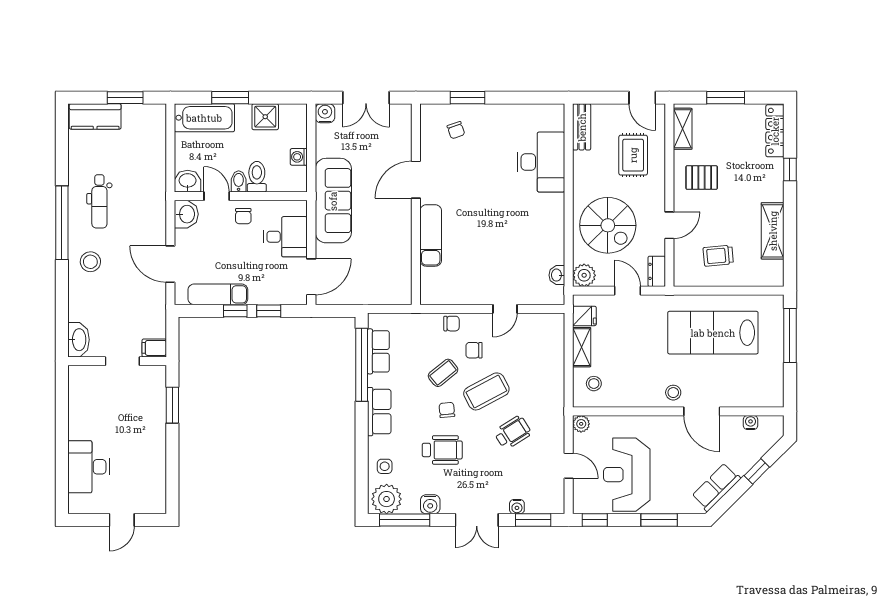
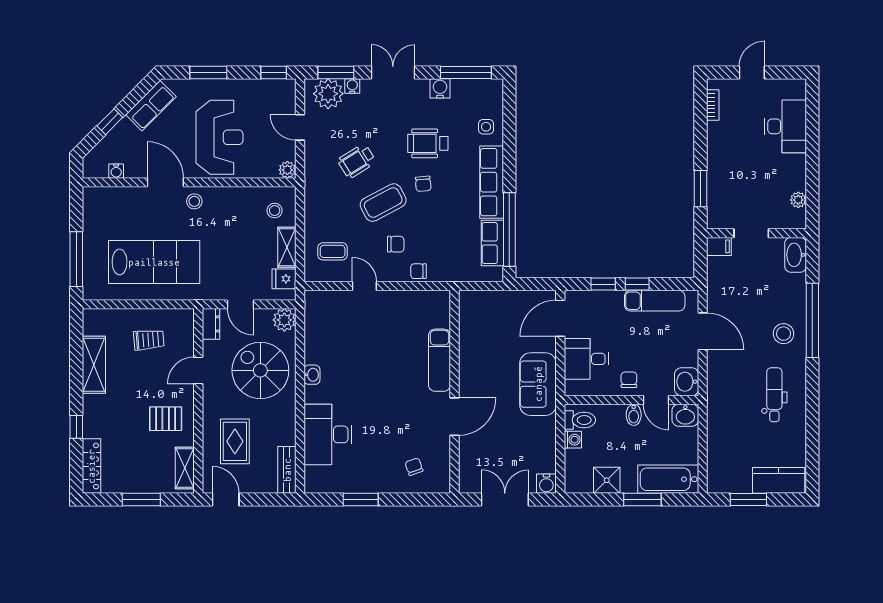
window: (468, 98) -> (361, 500), moved
toilet: (257, 177) -> (580, 420), moved, turned -90
sofa: (333, 201) -> (538, 384), width x0.73
window: (62, 223) -> (812, 320), moved
washbasin: (557, 275) -> (312, 375), moved
door: (505, 309) -> (364, 286), hinge flipped
coffee table: (443, 373) -> (333, 251), moved, turned 39
plant: (76, 394) -> (798, 200), added
row of seats: (379, 412) -> (492, 182), width x1.48
reception desk: (627, 475) -> (220, 137), moved
bookcase: (160, 488) -> (713, 105), added
plant: (387, 499) -> (328, 94), moved

